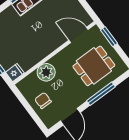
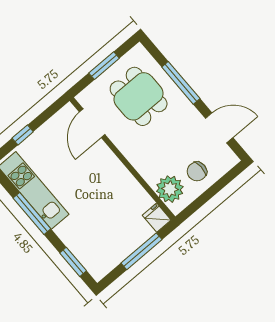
window: (109, 37) -> (104, 66), moved
plant: (46, 72) -> (170, 189), moved

